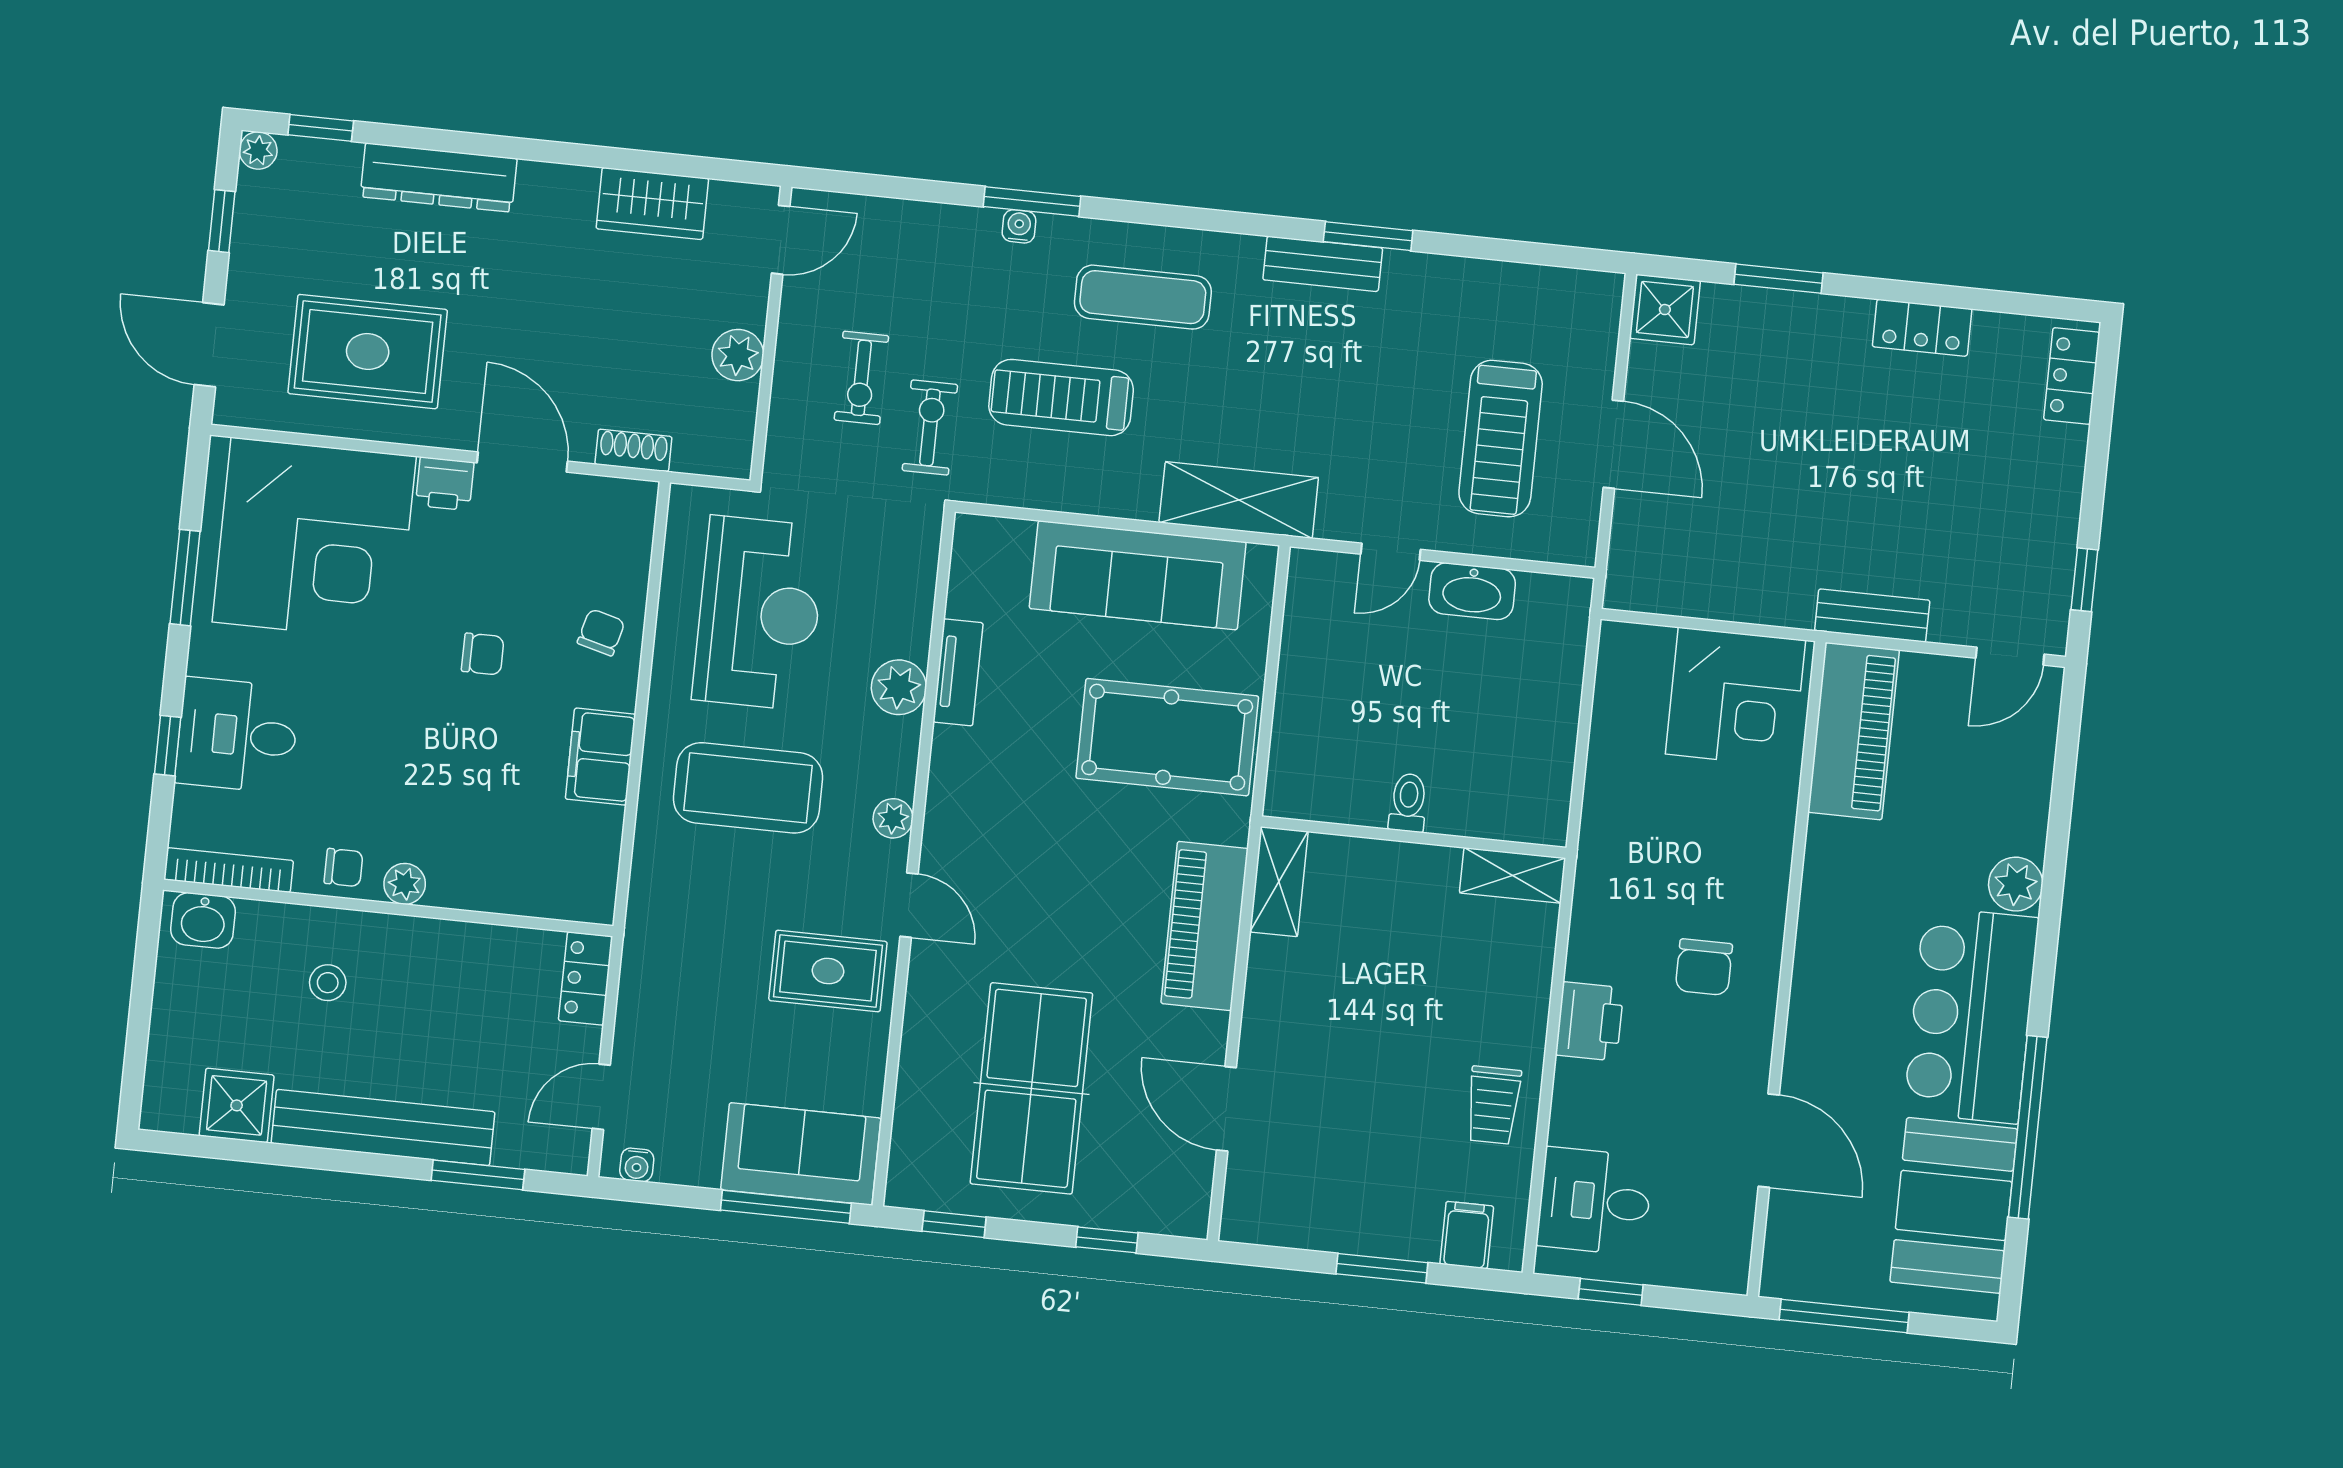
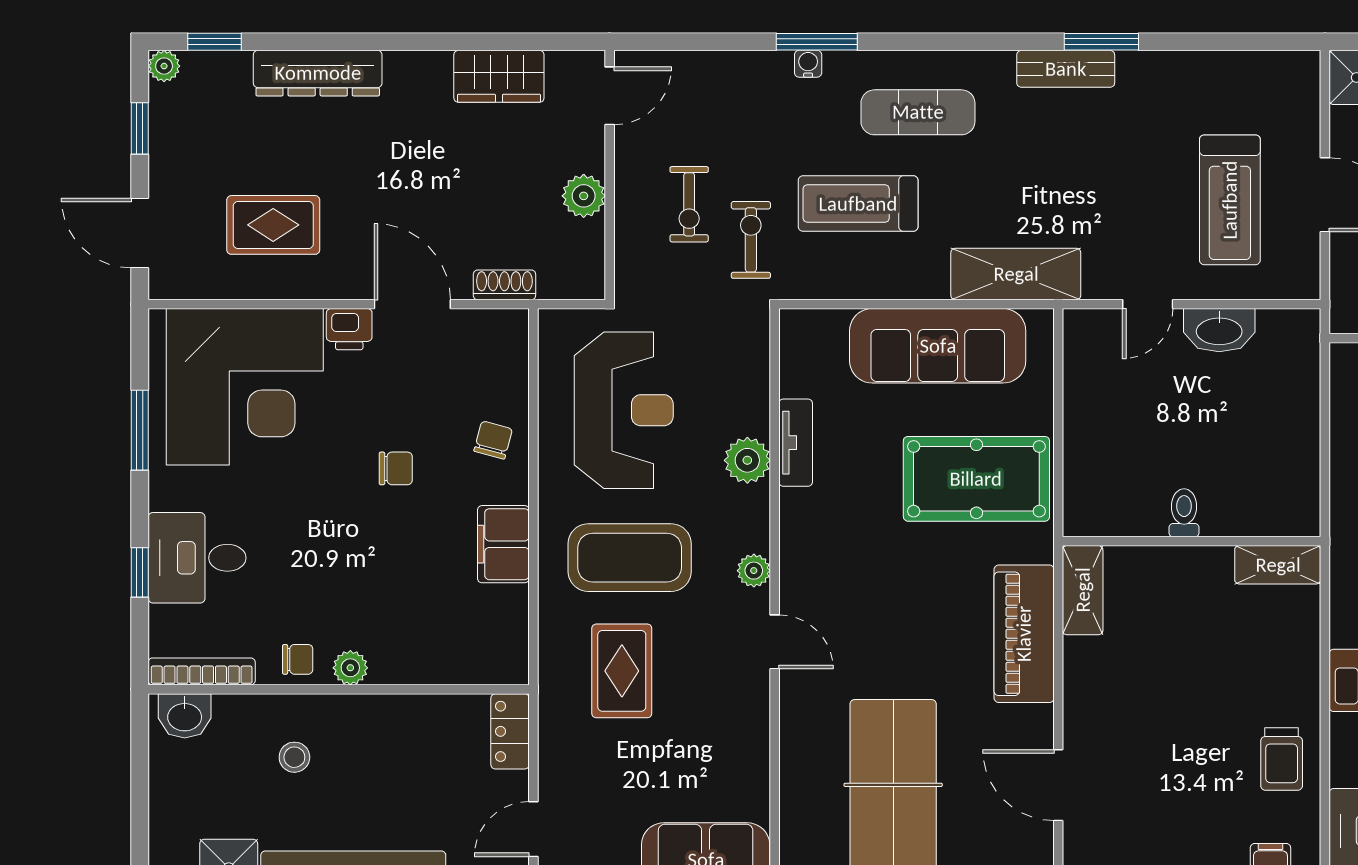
rug: (368, 352) -> (273, 225), width x0.73, depth x0.70
rug: (828, 971) -> (622, 671), moved, turned 90

